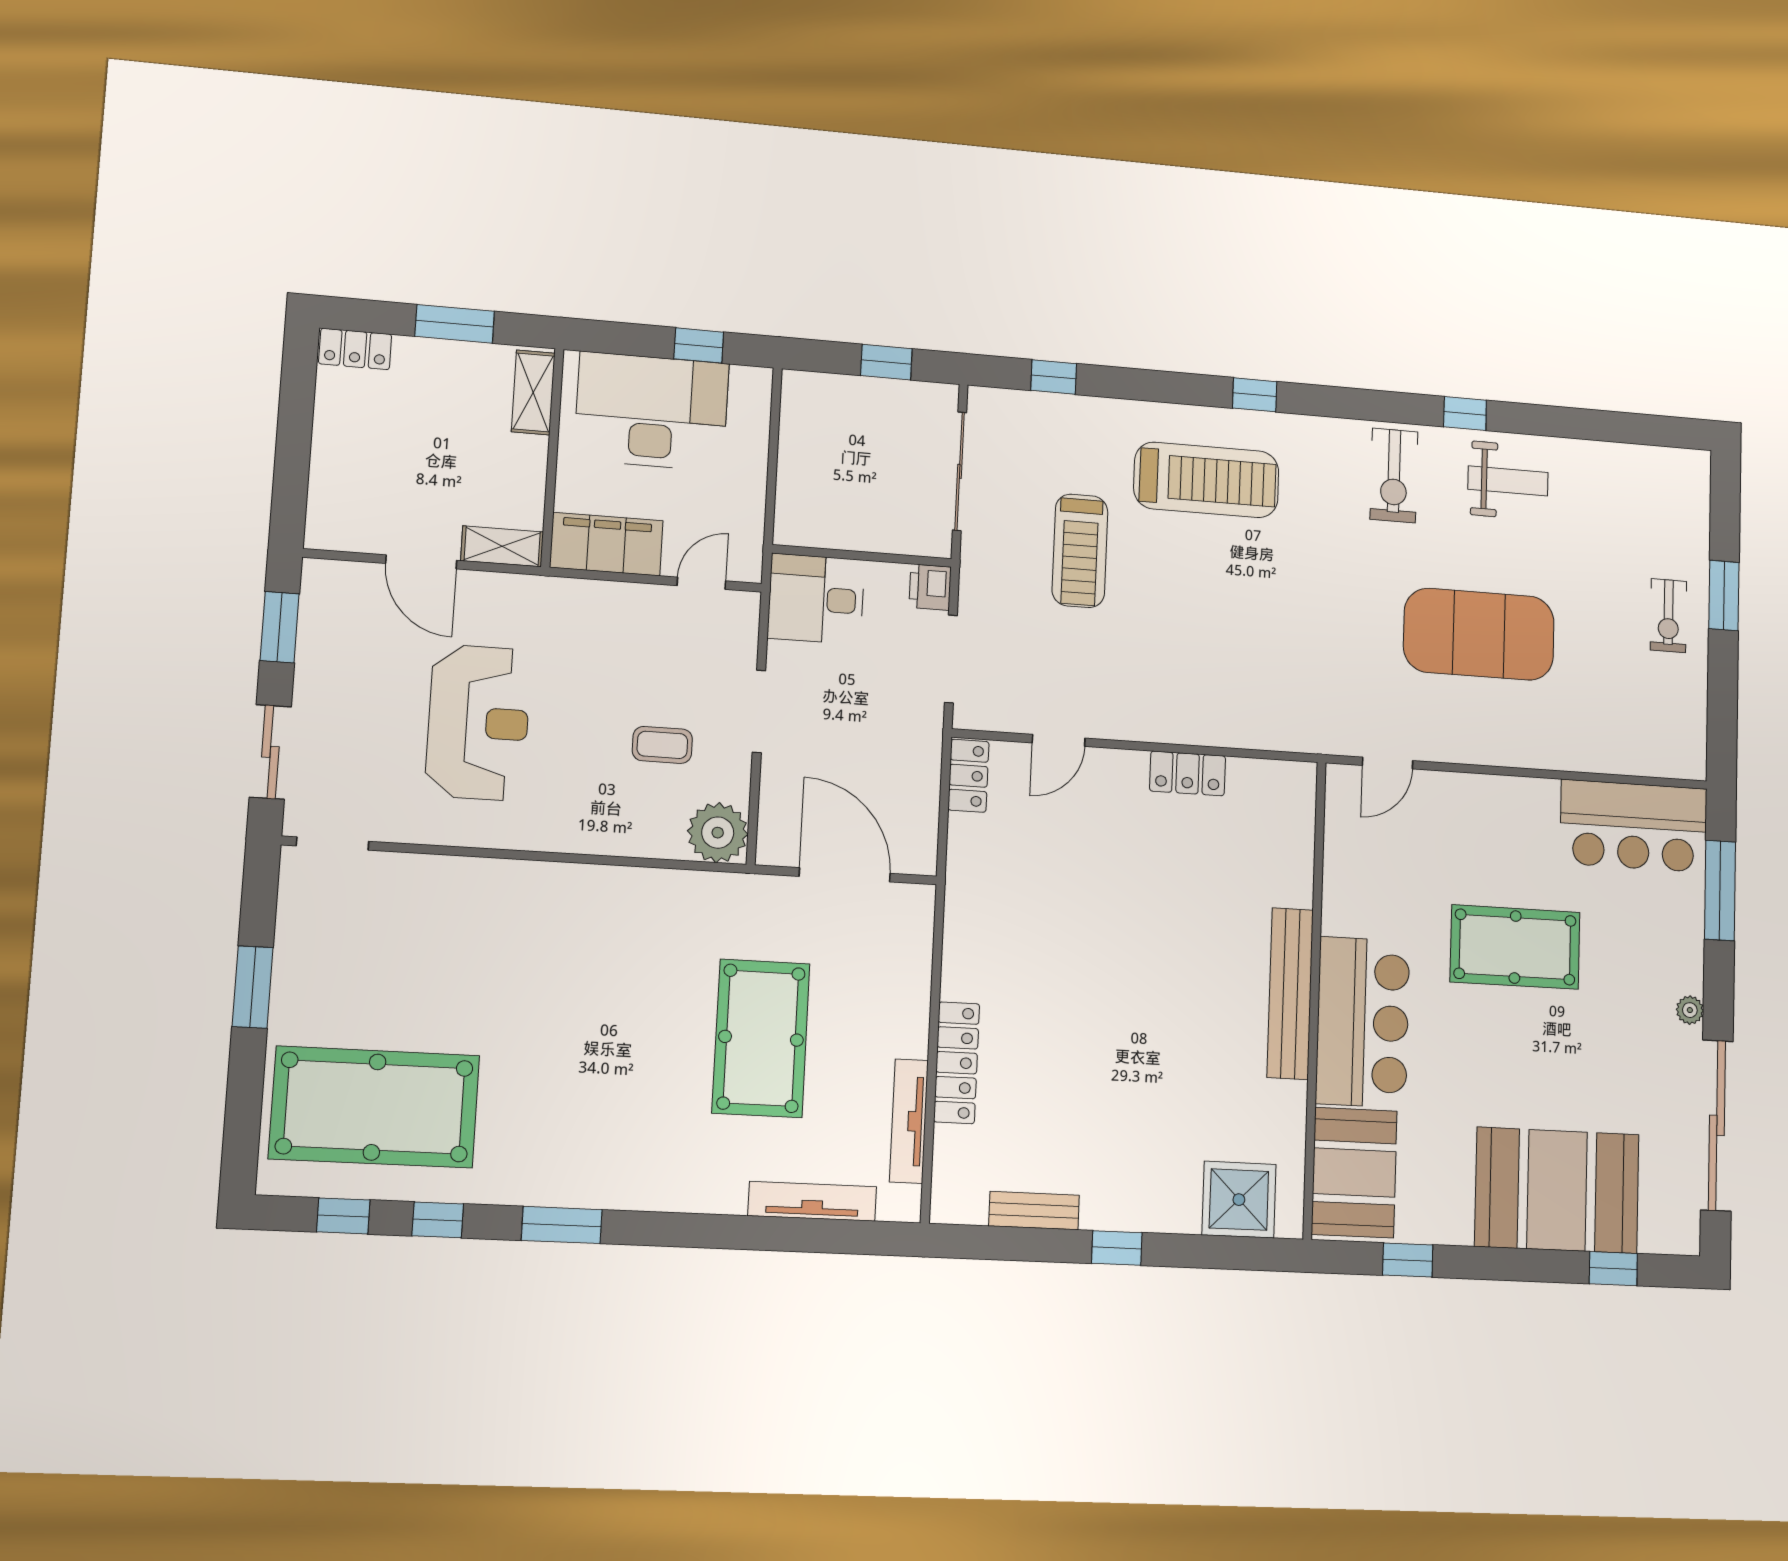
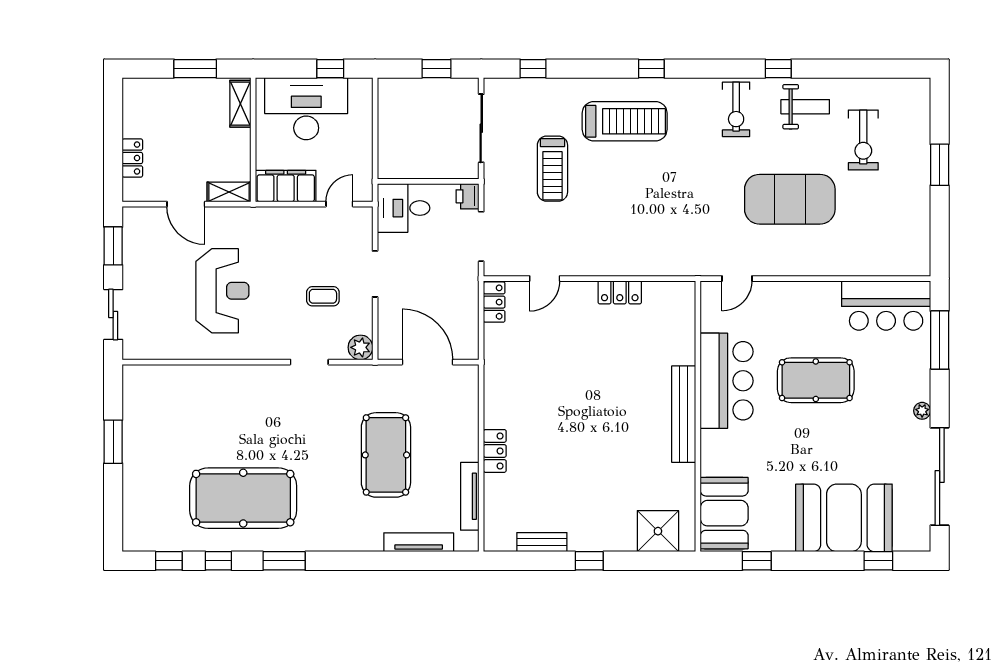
locker: (355, 349) -> (132, 158), moved, turned -90
exercise bike: (1668, 616) -> (863, 140), moved, width x1.38, depth x1.39
plant: (718, 833) -> (360, 347), width x0.73, depth x0.73
doorway: (333, 844) -> (309, 362), moved
bar counter: (1363, 1022) -> (727, 381), moved
locker: (957, 1063) -> (495, 451), width x0.66
pool table: (375, 1107) -> (243, 498), moved

